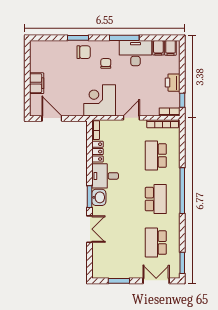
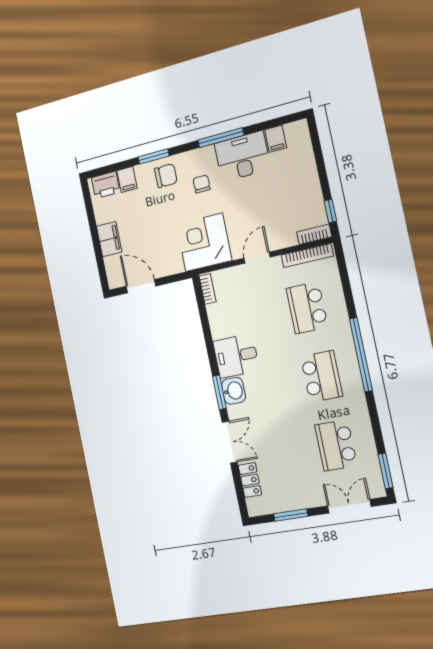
filing cabinet: (170, 48) -> (127, 179), moved
printer: (173, 83) -> (106, 185), moved, turned -90
locker: (98, 152) -> (250, 480), moved

